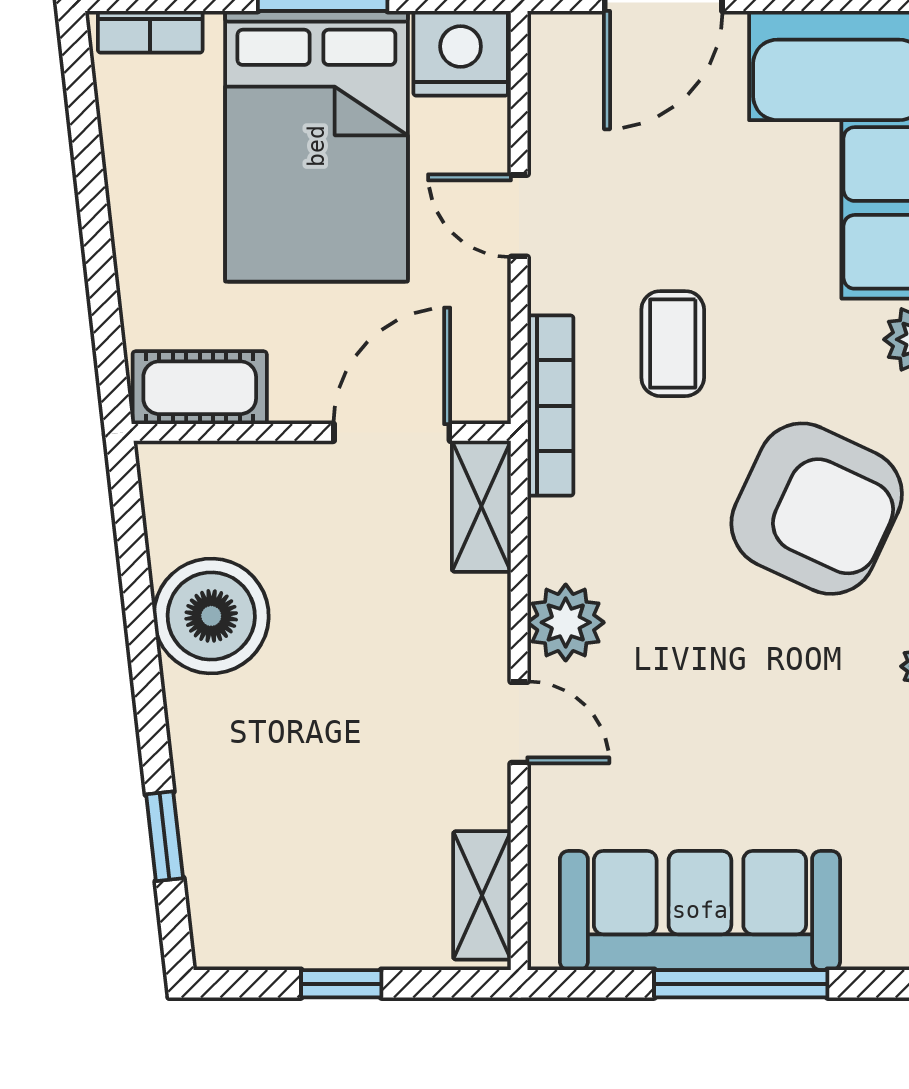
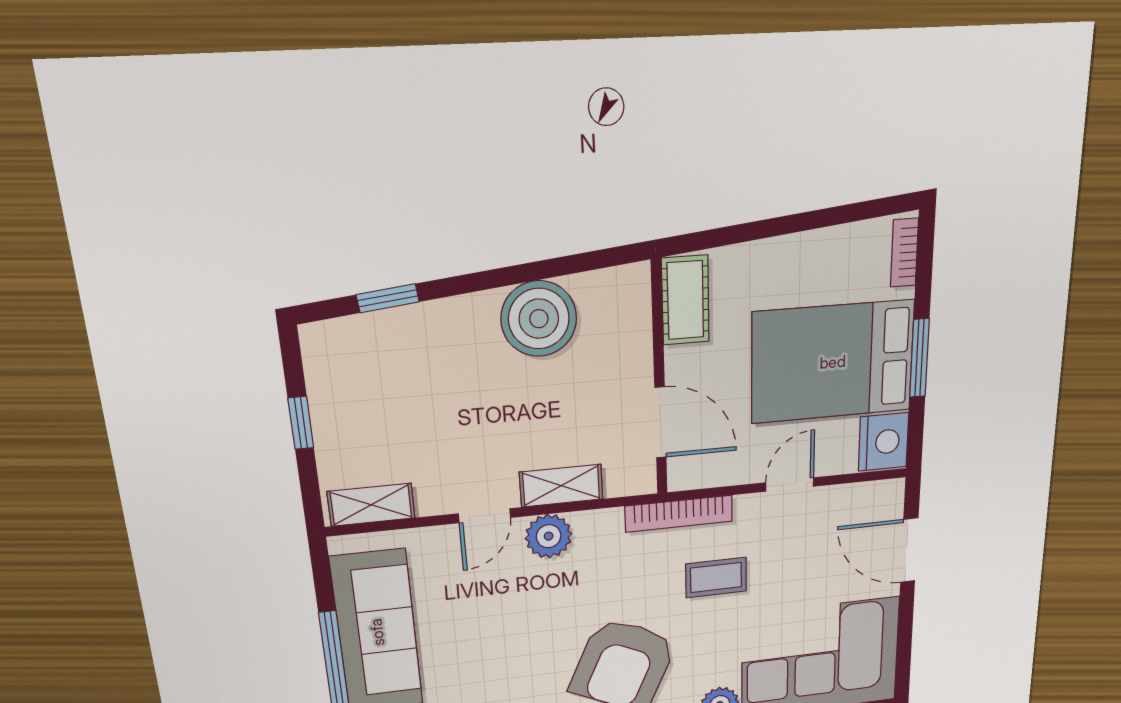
shelving: (481, 506) -> (561, 486), moved

